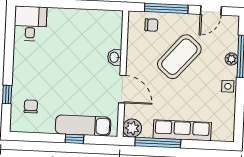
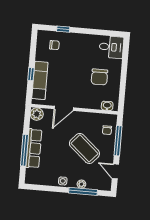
chair: (75, 39) -> (99, 77), added
washbasin: (115, 57) -> (107, 106), moved
window: (158, 143) -> (24, 150), moved

